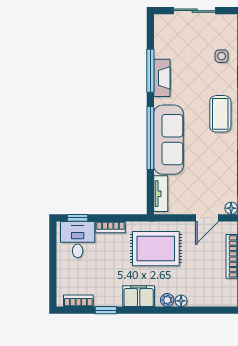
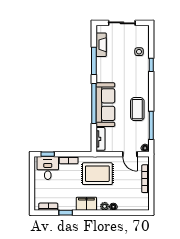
fireplace: (162, 78) -> (101, 45), moved
coffee table: (220, 114) -> (137, 109), moved
door: (207, 218) -> (130, 154), hinge flipped

